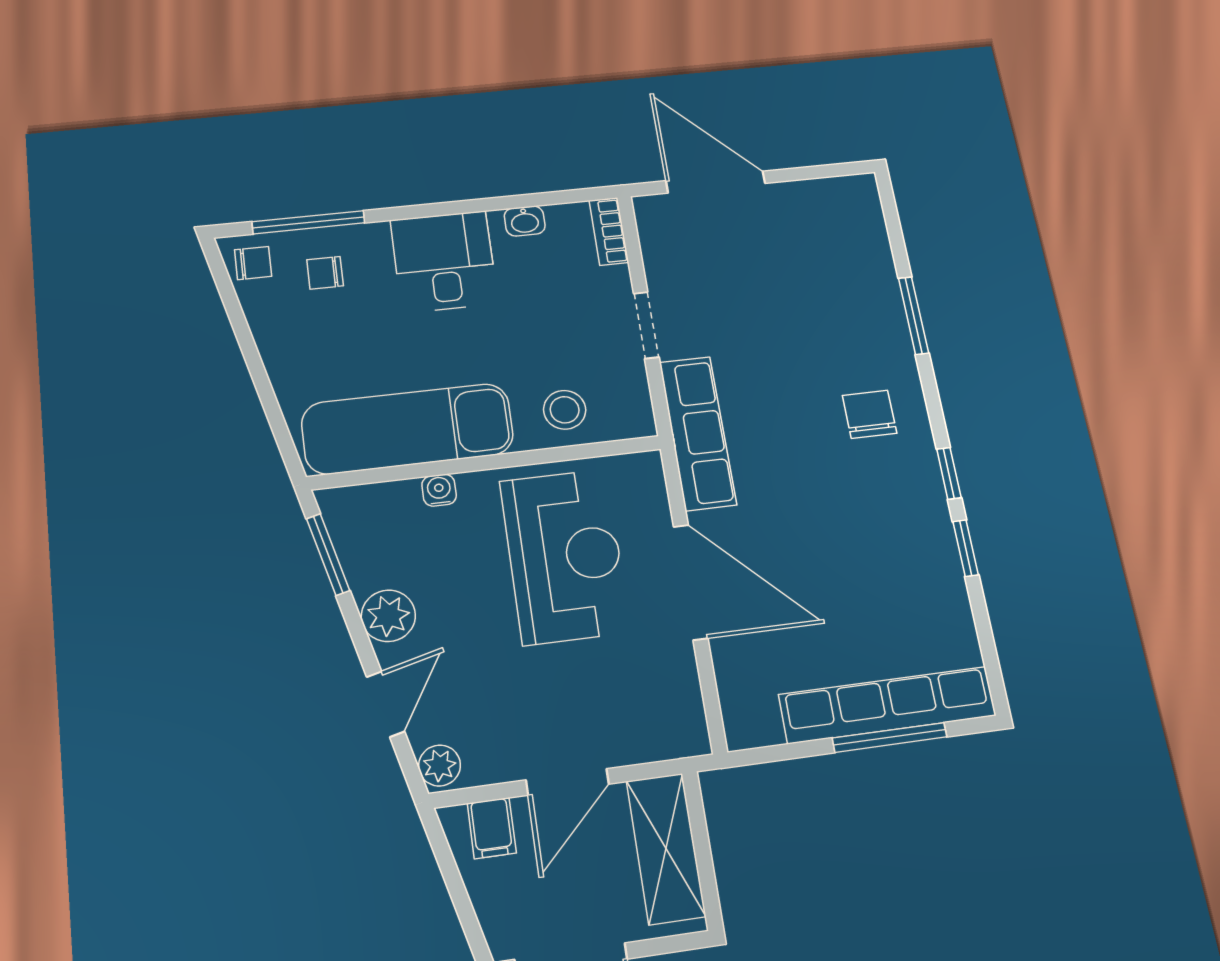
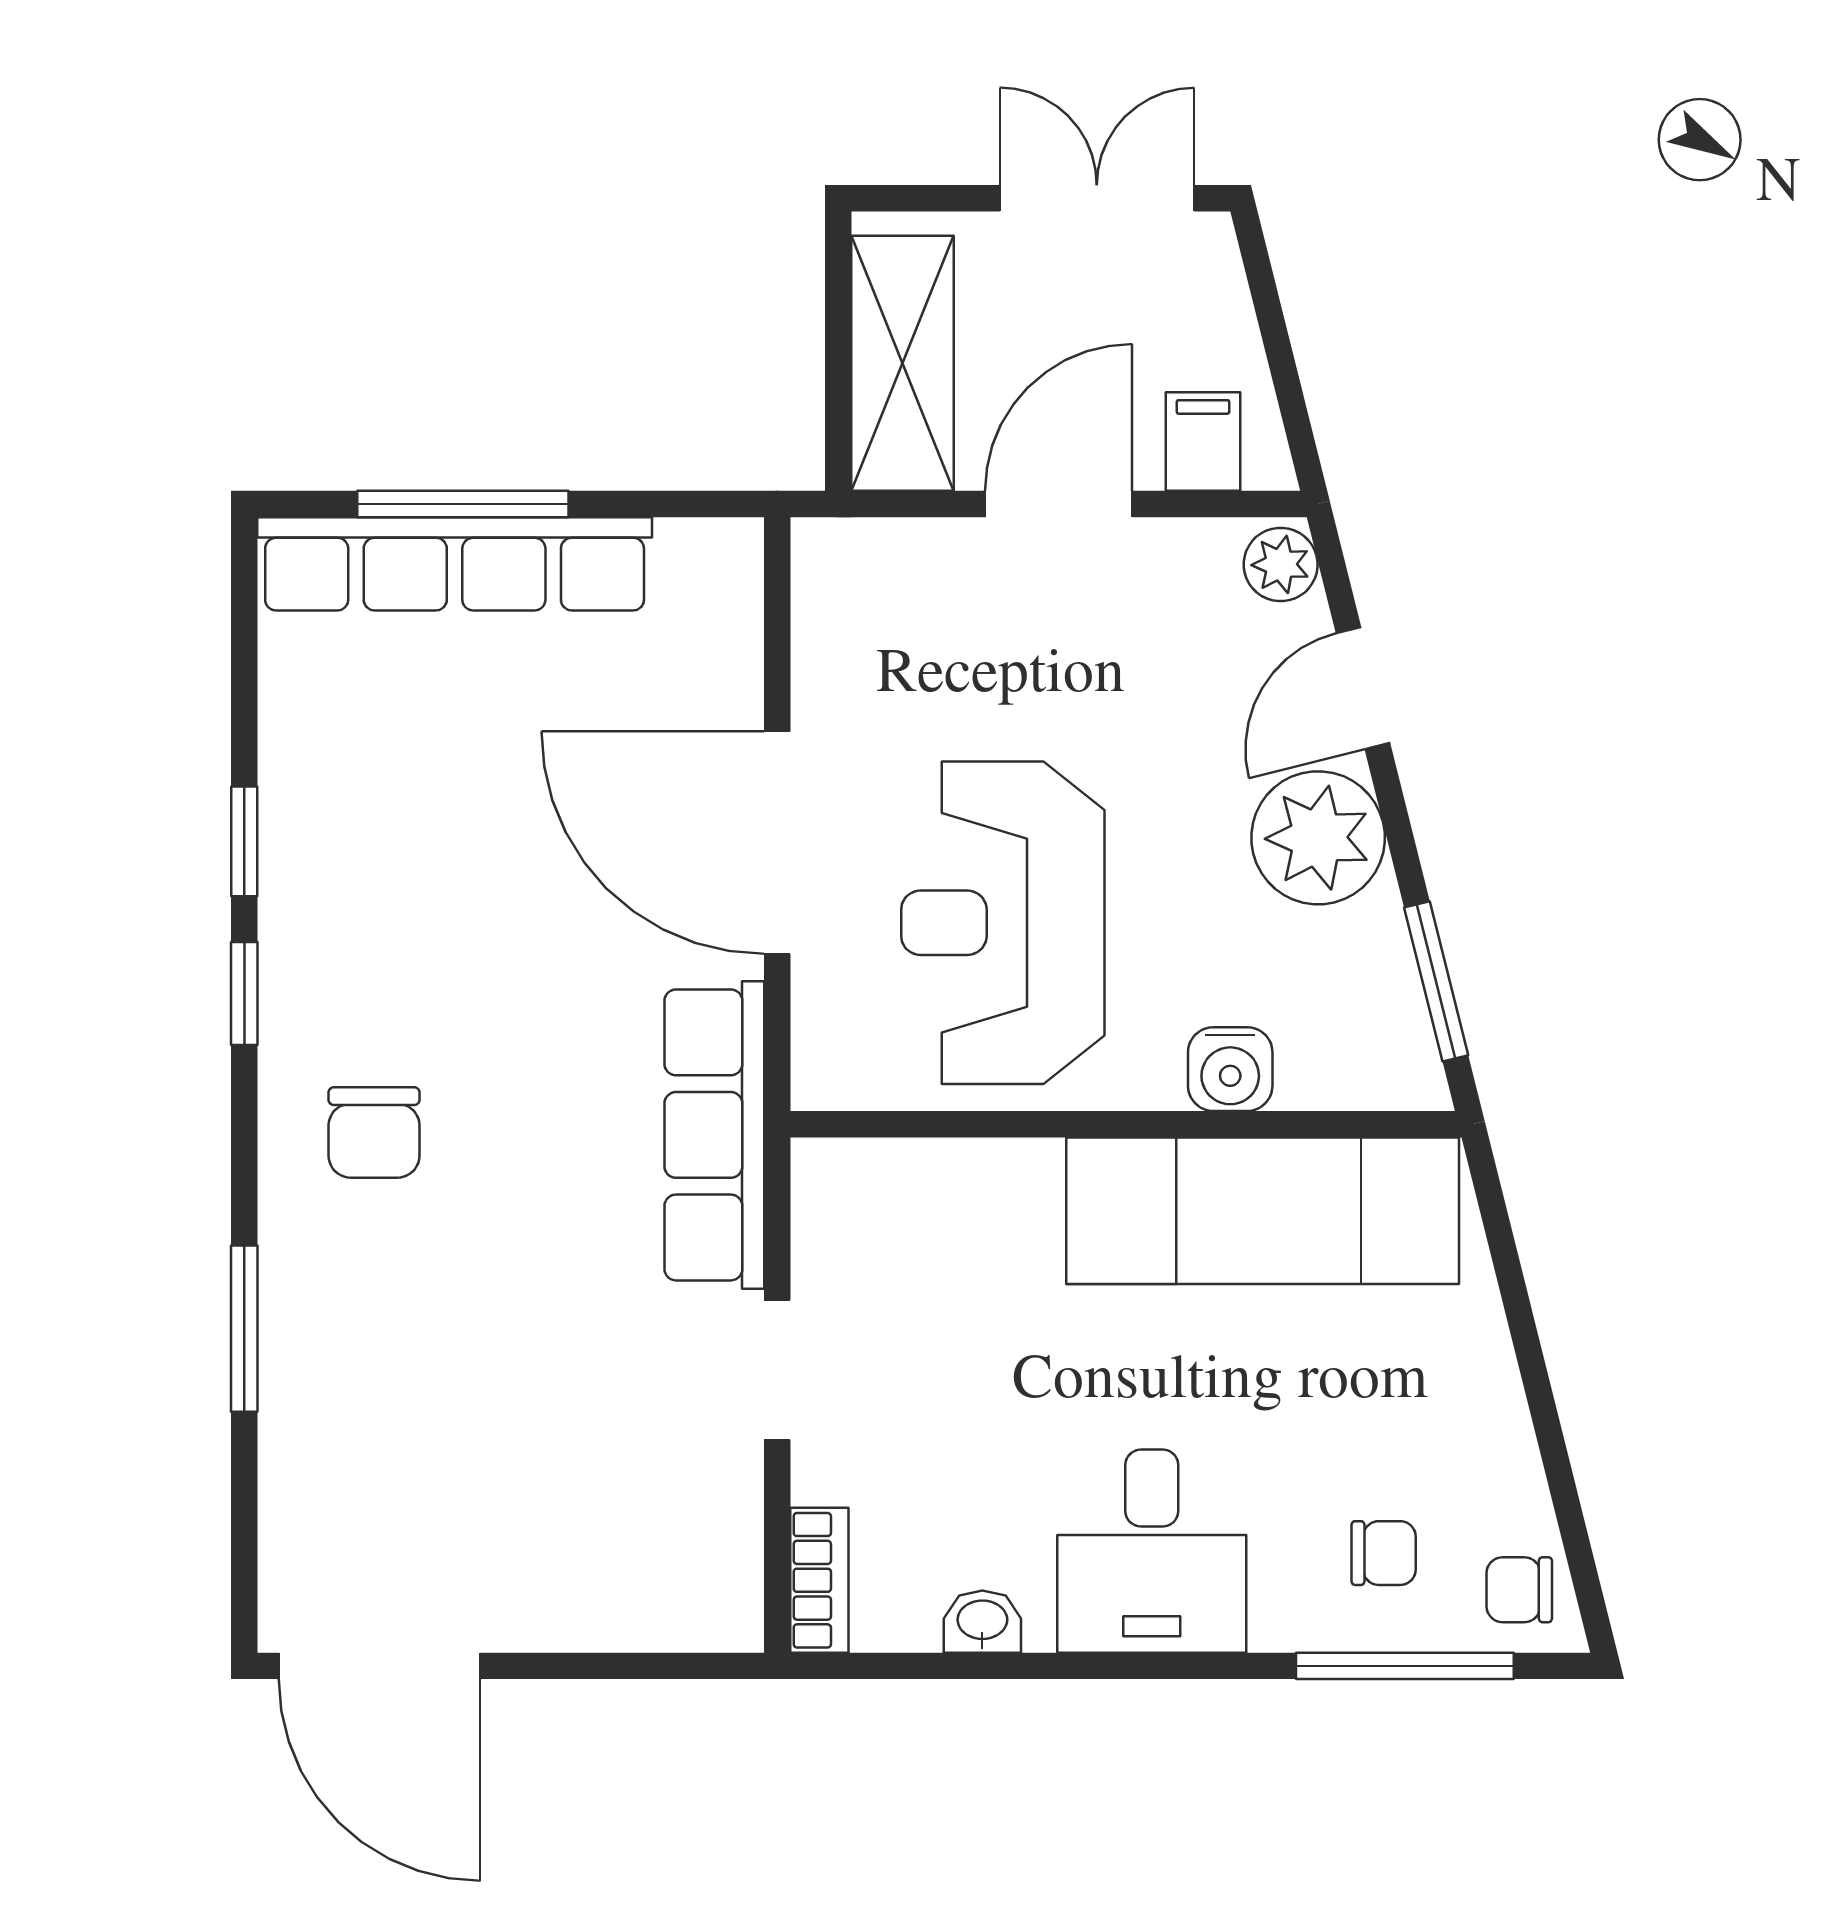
door: (716, 182) -> (380, 1666), moved
stool: (565, 410) -> (961, 1213), removed
water cooler: (439, 490) -> (1230, 1069), width x1.38, depth x1.38
plant: (388, 616) -> (1318, 838), width x1.36, depth x1.36

